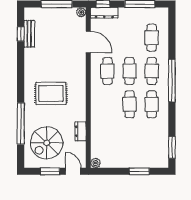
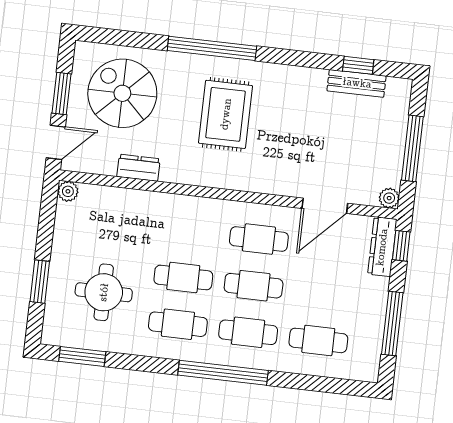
window: (21, 124) -> (212, 48), moved
round table: (141, 141) -> (104, 292), added

